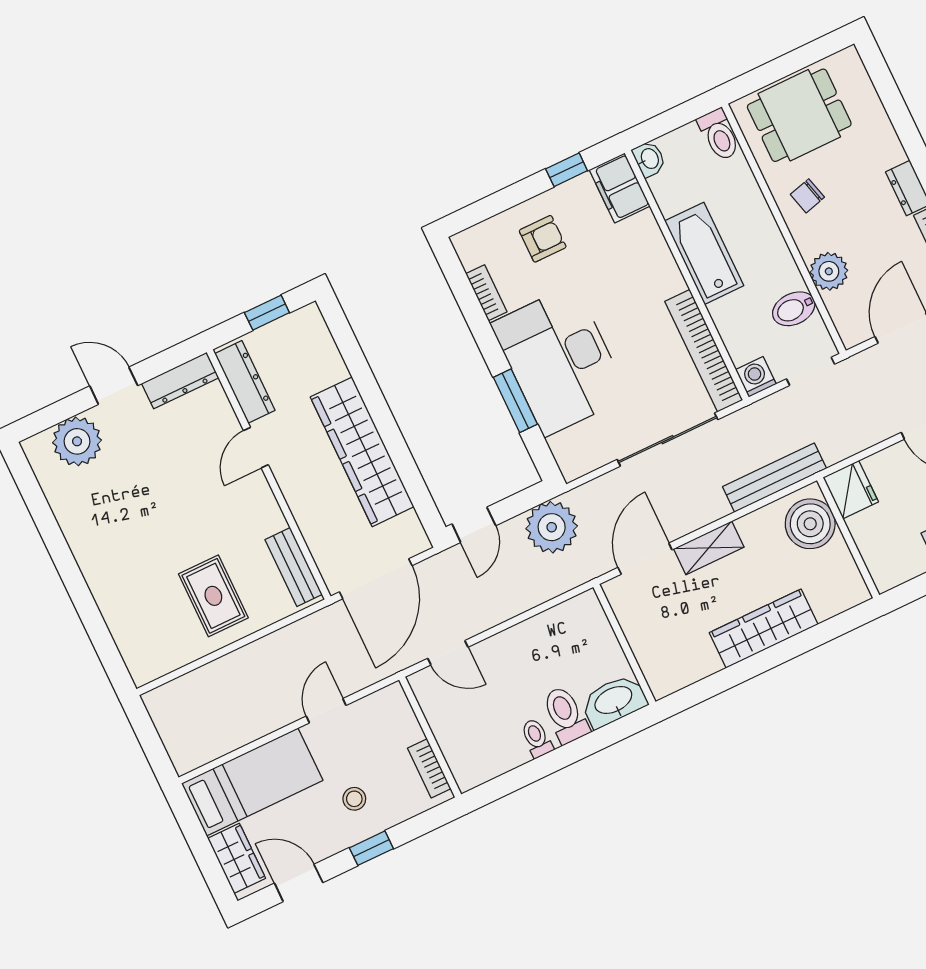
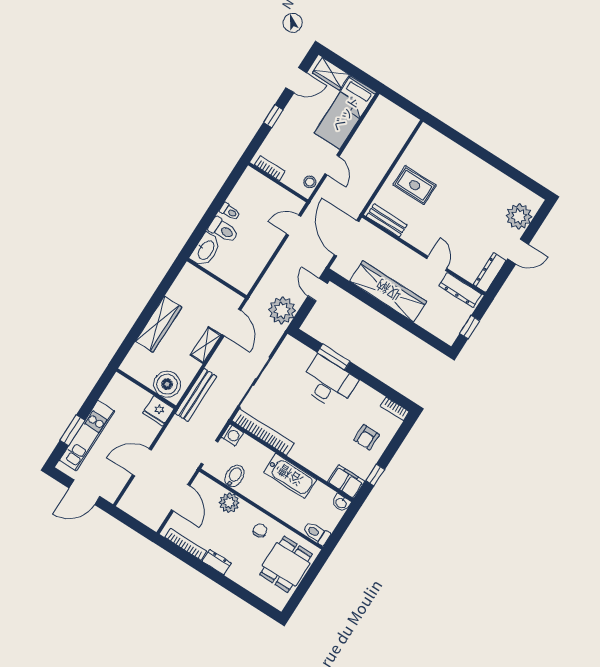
bookcase: (486, 293) -> (395, 409), moved
desk: (560, 360) -> (328, 383), width x0.73, depth x0.77
stool: (354, 799) -> (310, 182), moved

